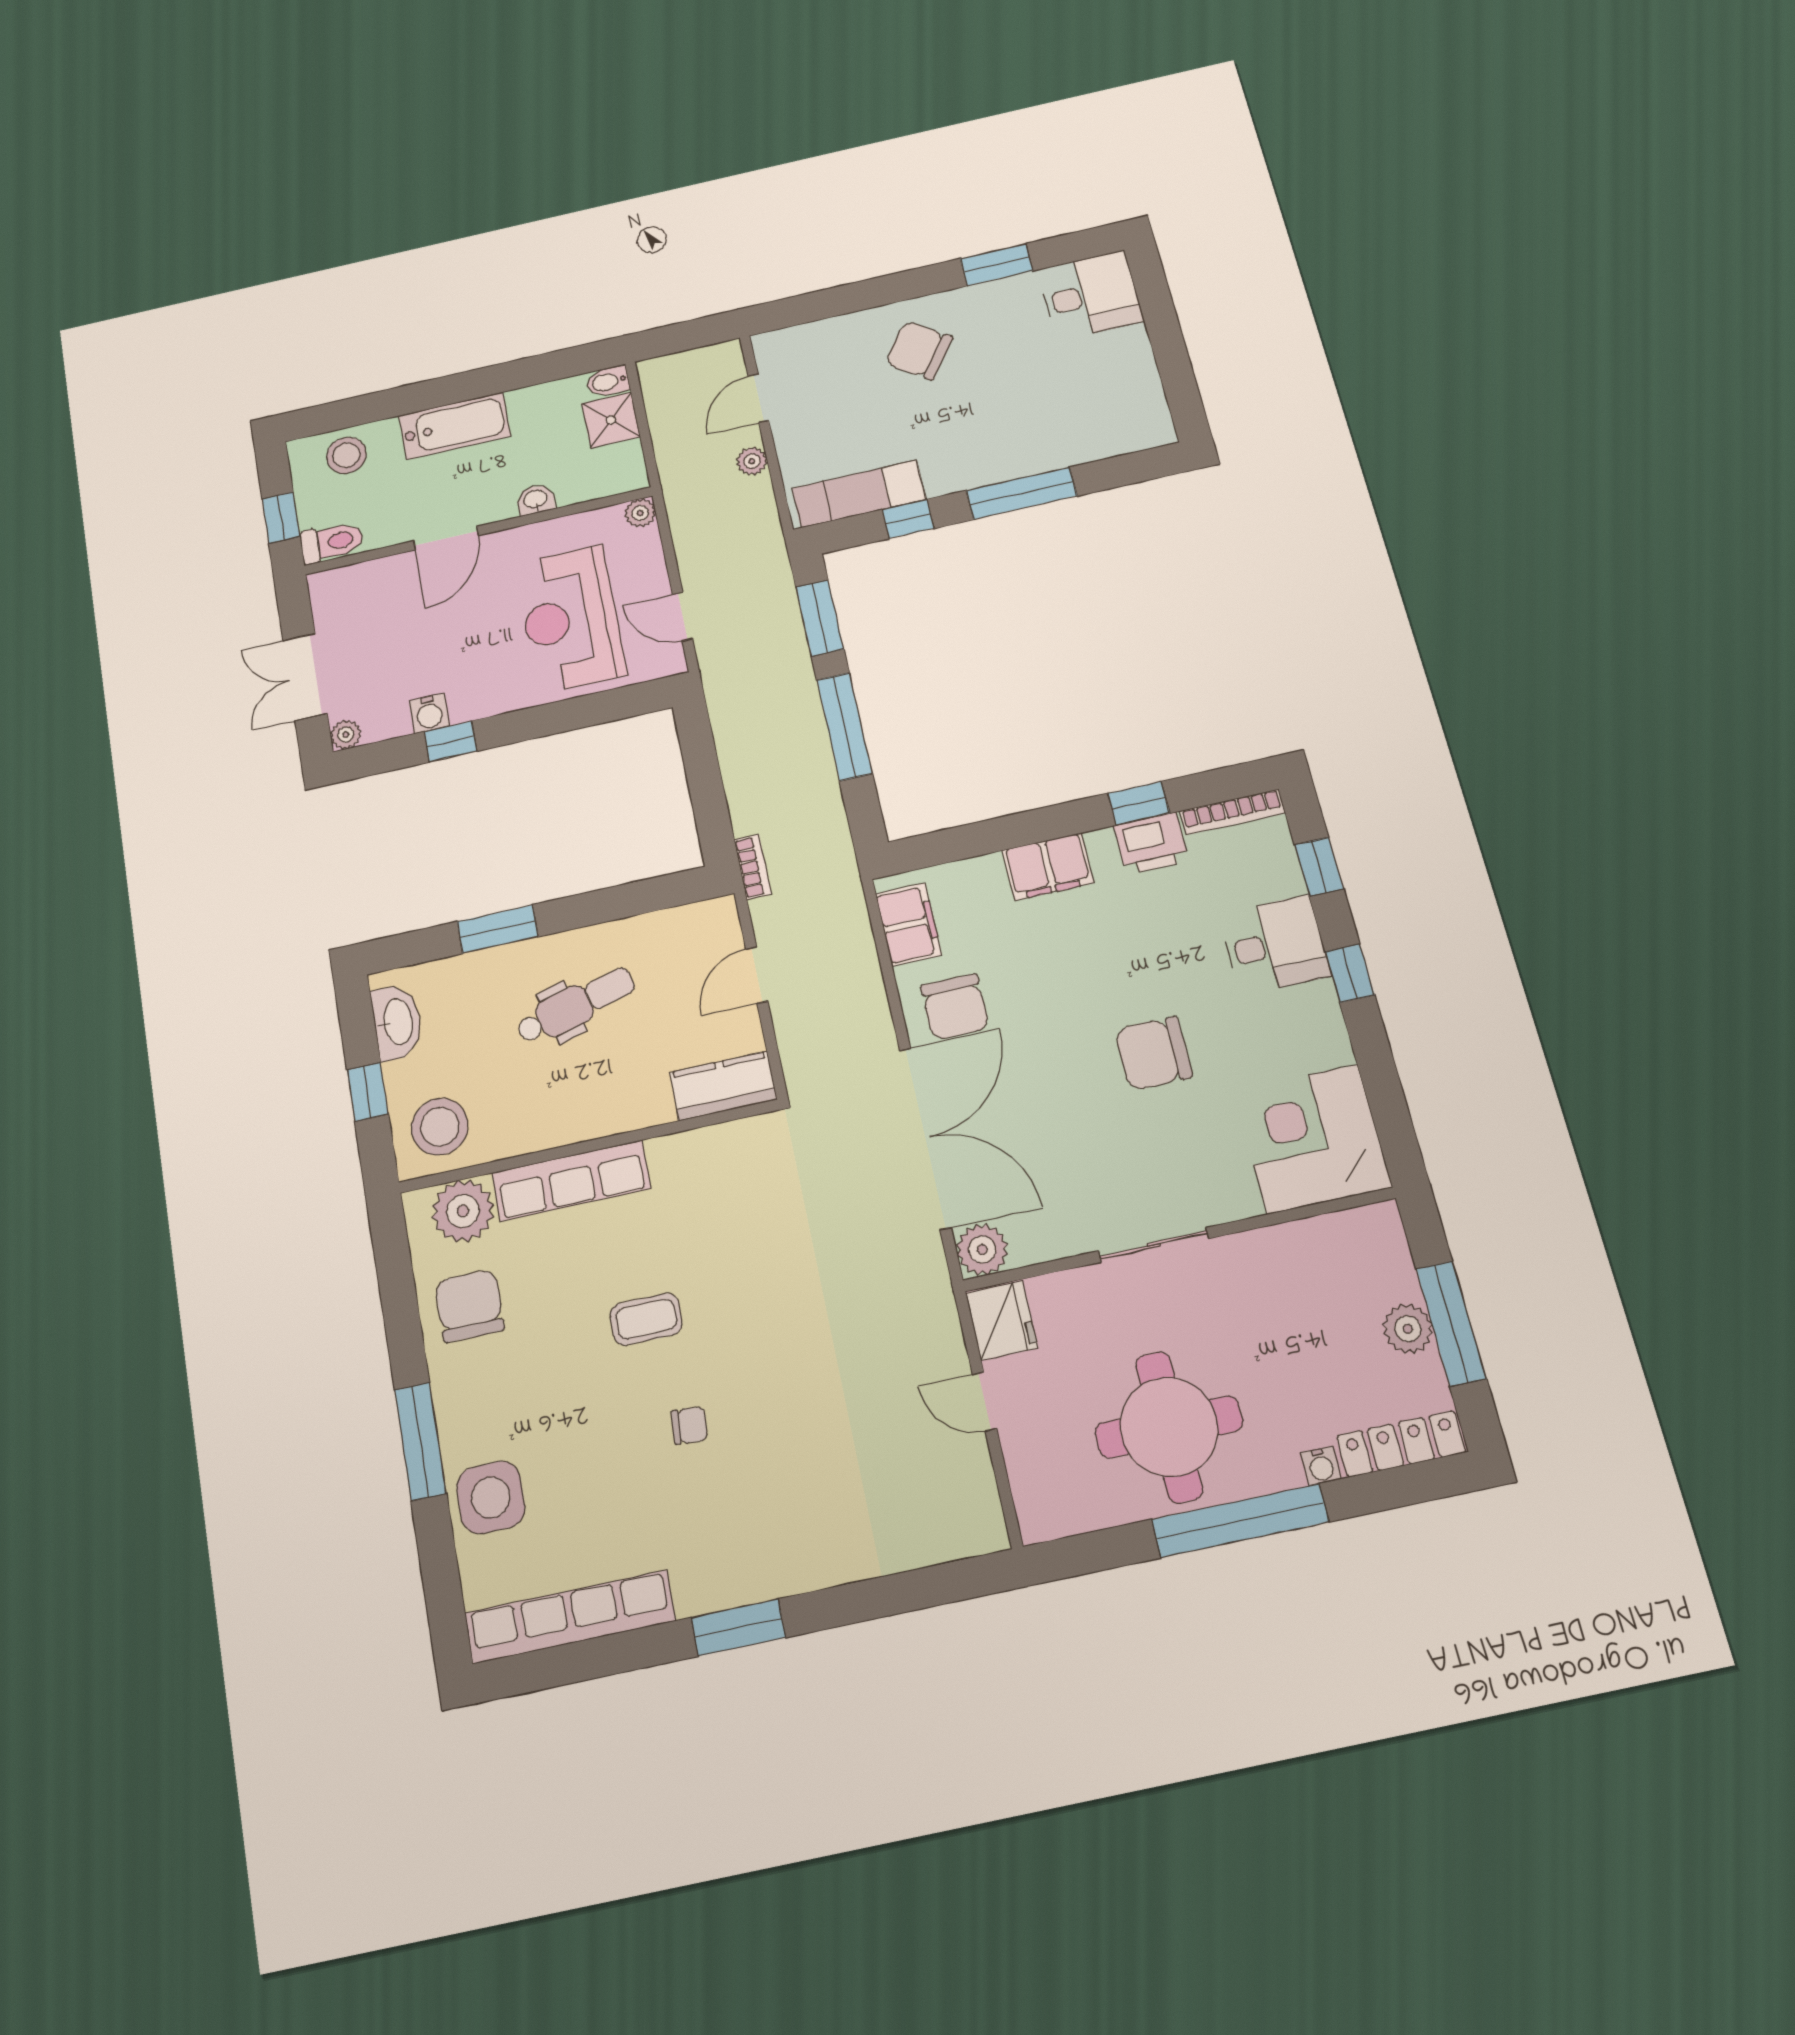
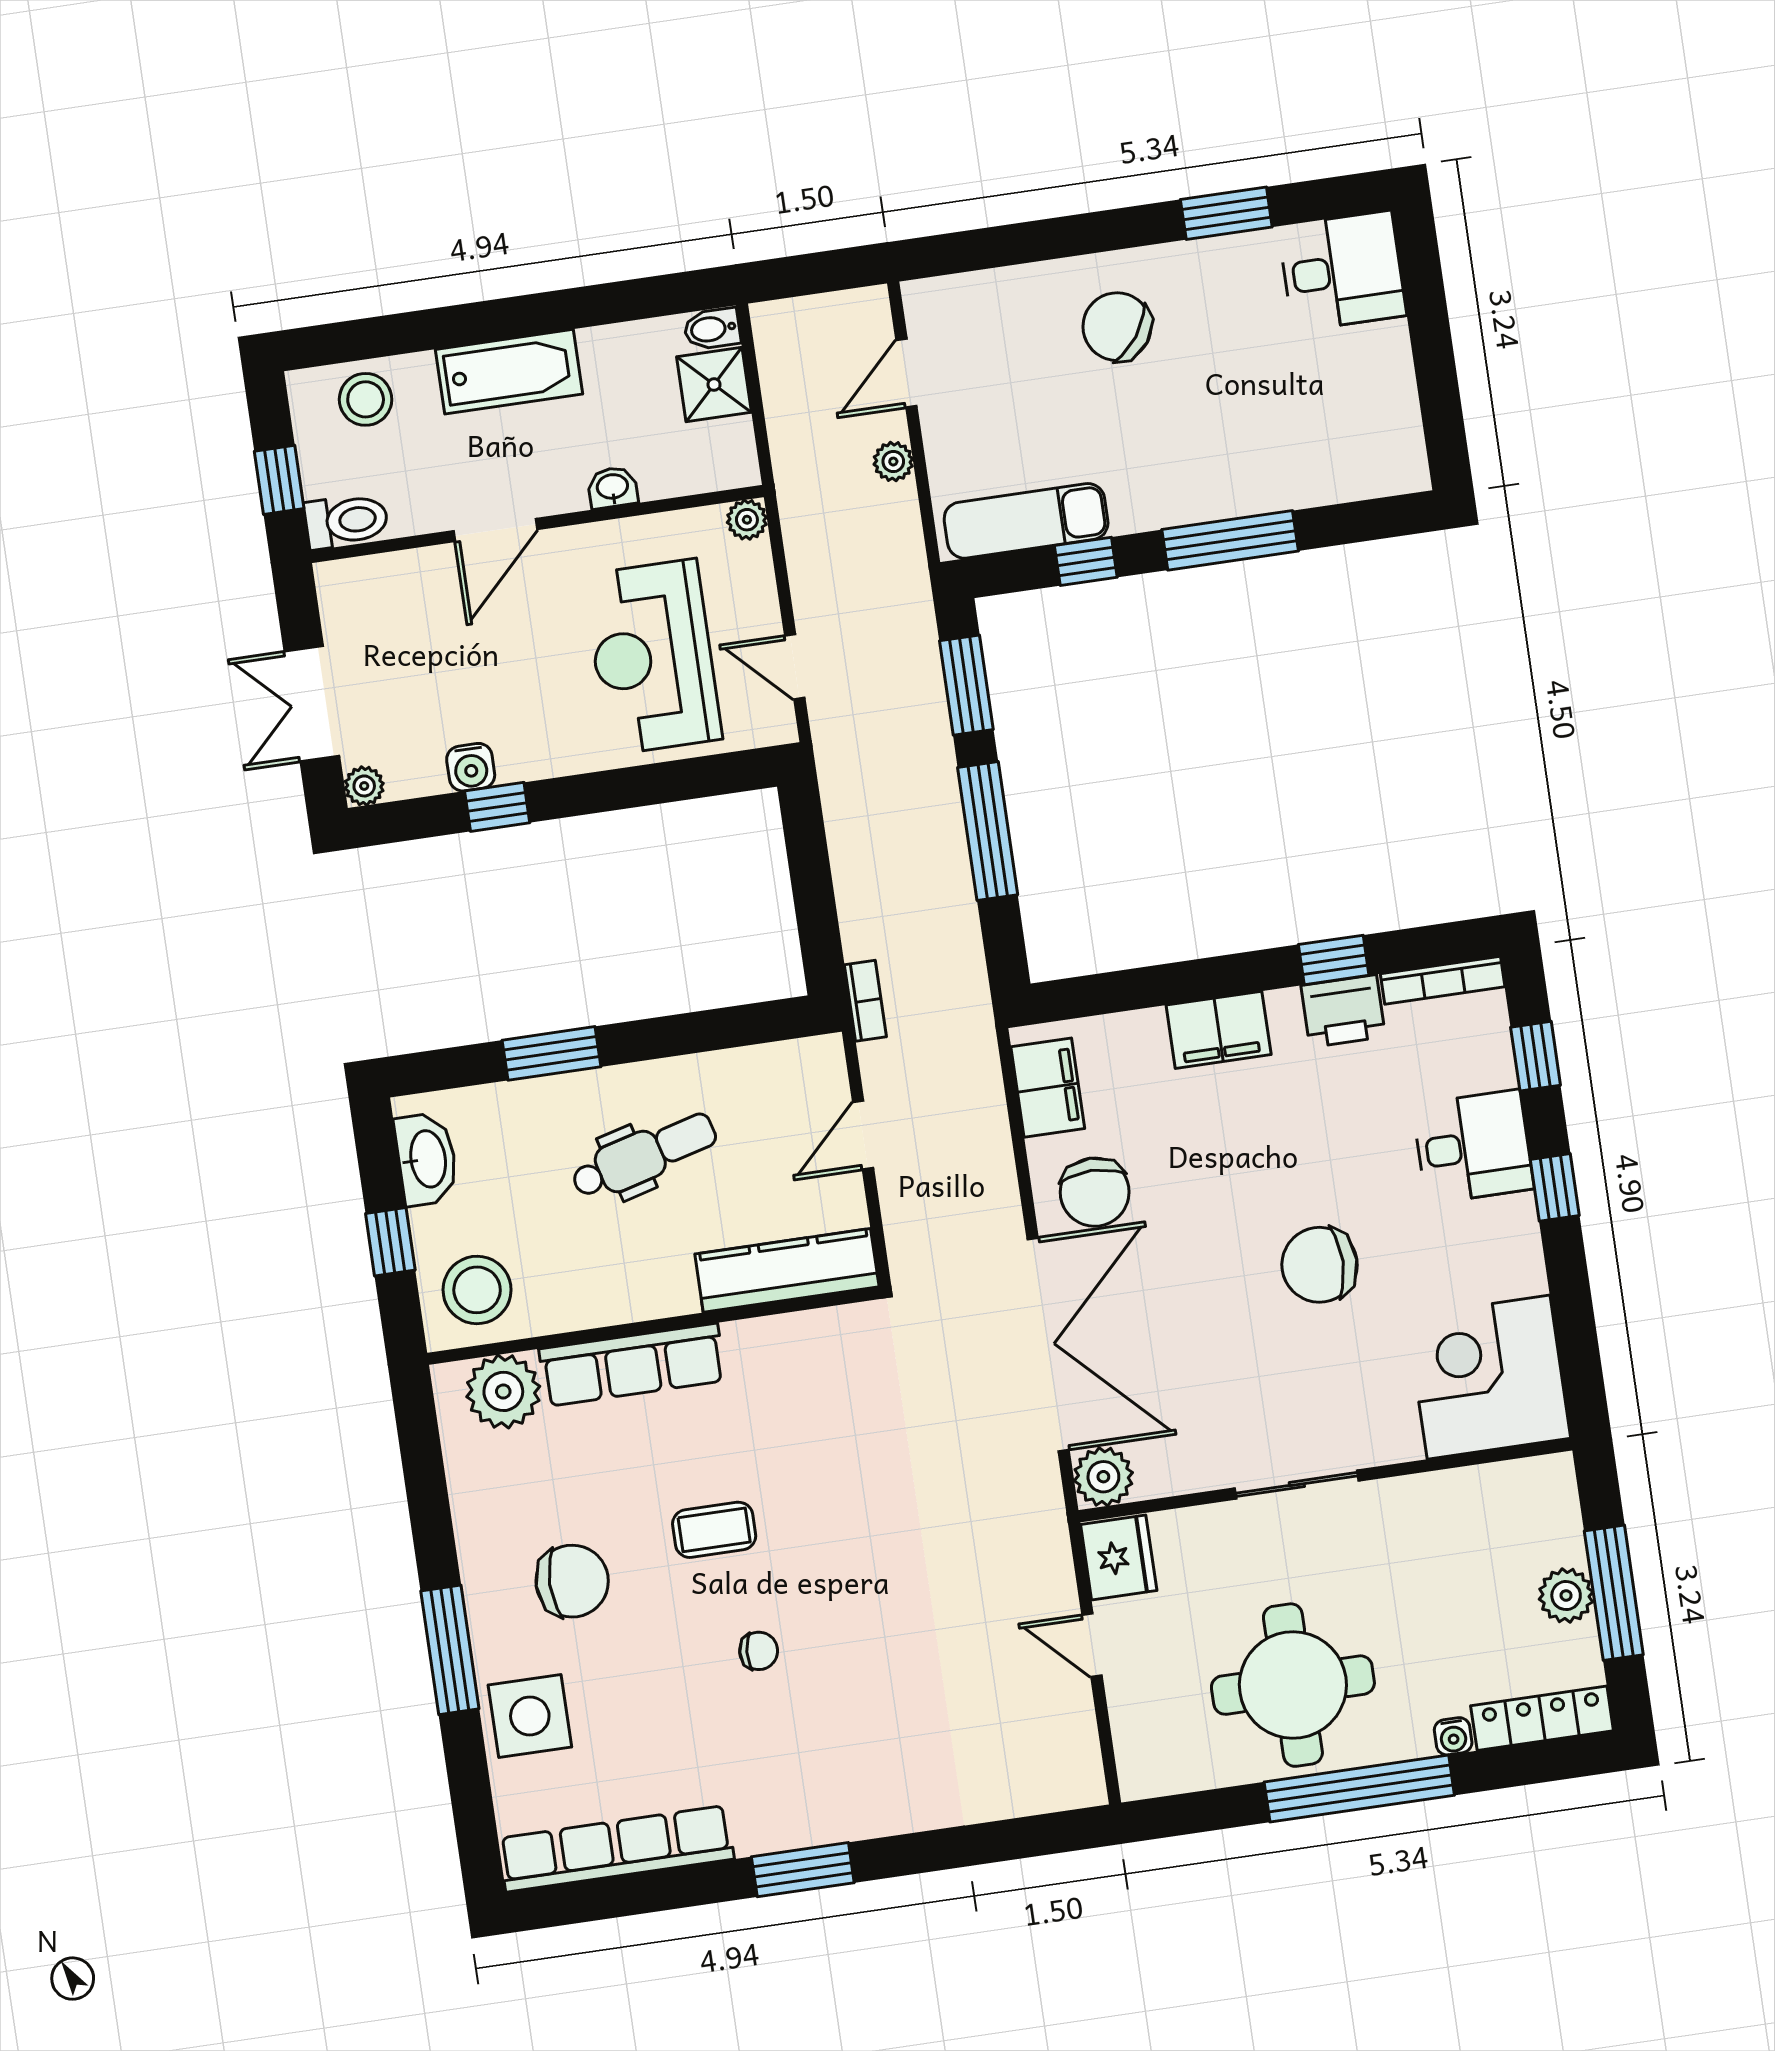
kitchen counter: (723, 1086) -> (787, 1270), width x1.50
chair: (469, 1306) -> (572, 1581), moved, turned 90

